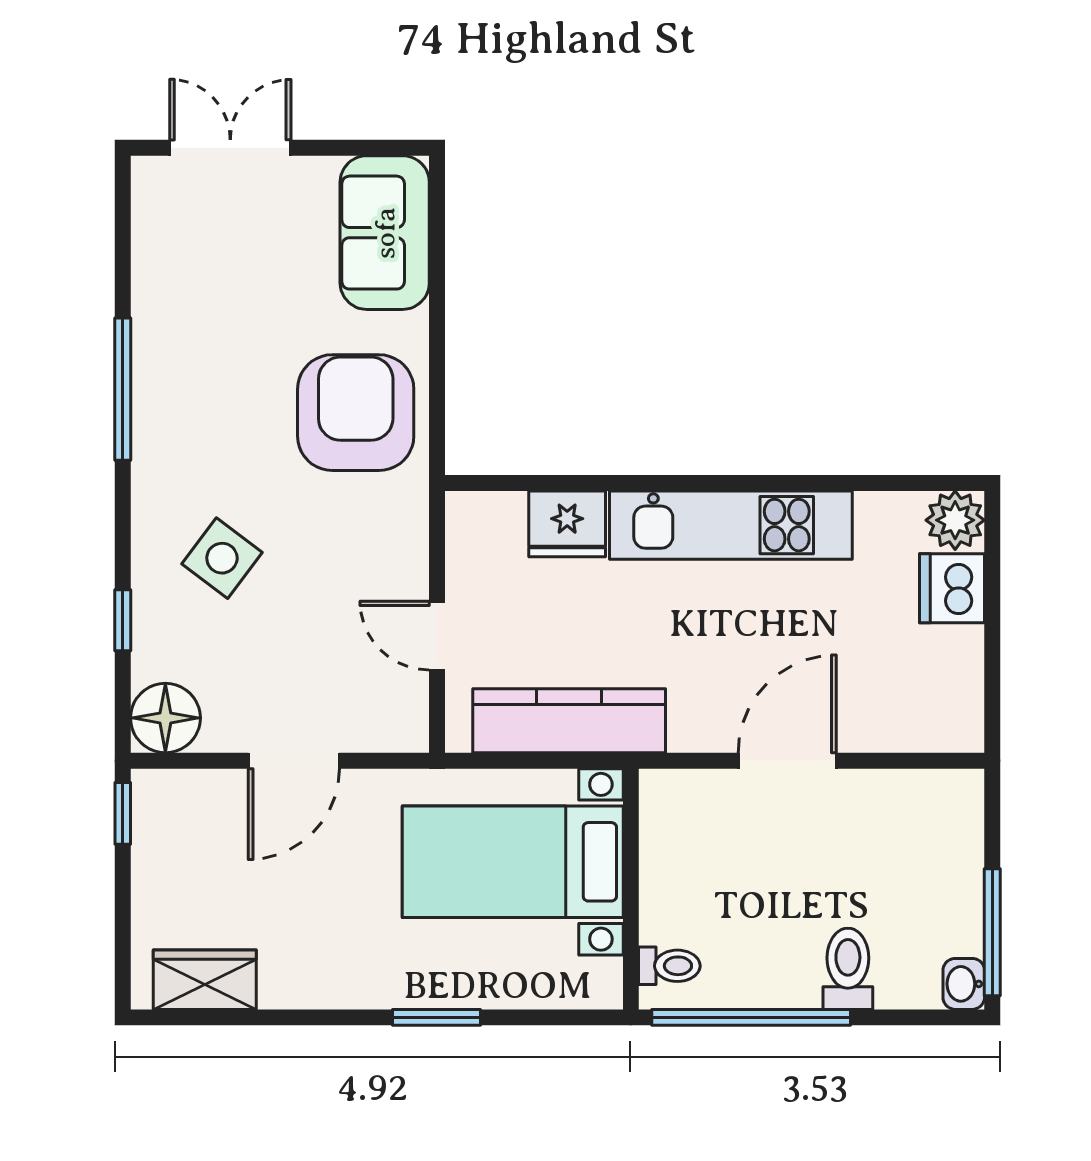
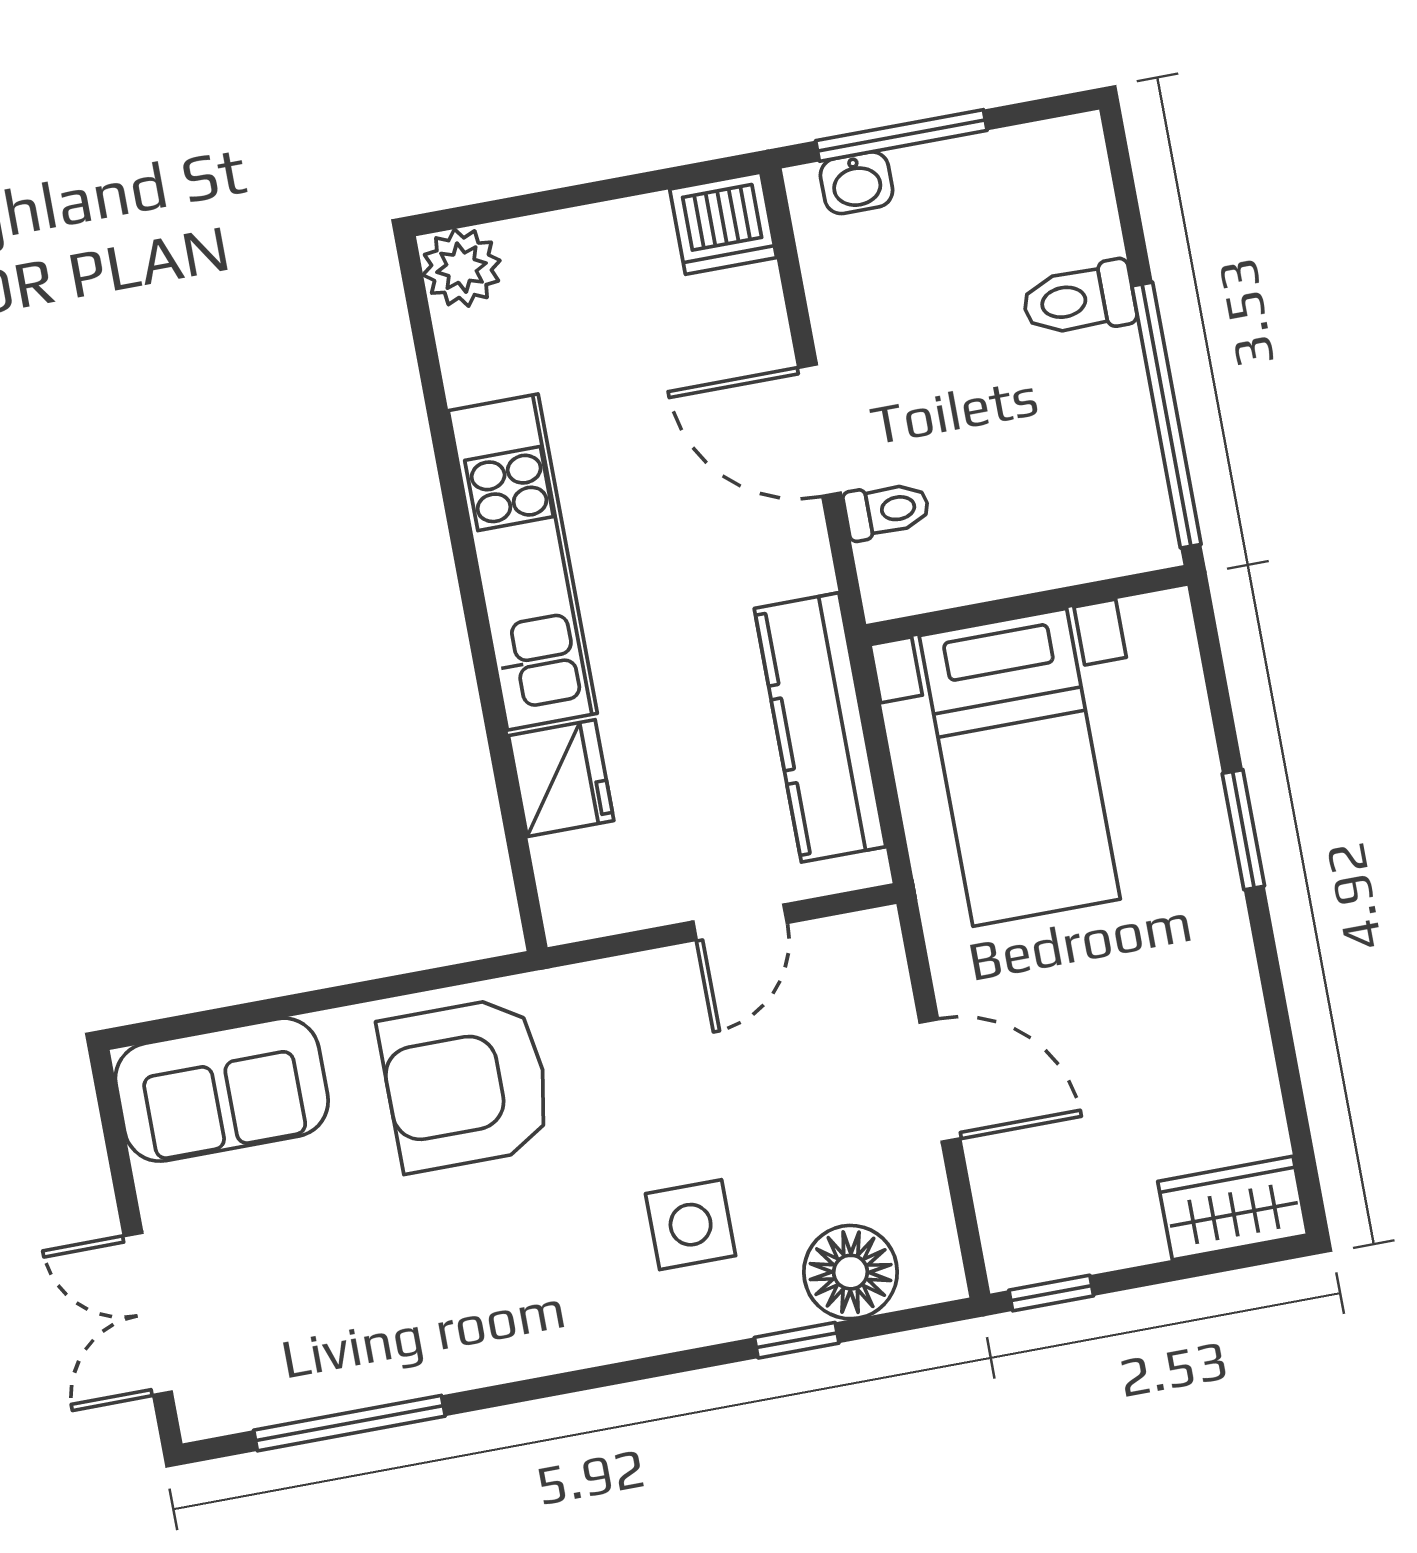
window: (123, 389) -> (349, 1423), moved
side table: (222, 558) -> (691, 1225), turned -37
dishwasher: (952, 588) -> (723, 223), moved
floor lamp: (165, 718) -> (851, 1272), moved
window: (992, 932) -> (901, 135), moved
toilet: (669, 966) -> (887, 510), moved, turned 90
wardrobe: (205, 980) -> (1233, 1208), moved, turned 90
washbasin: (964, 984) -> (857, 183), moved

